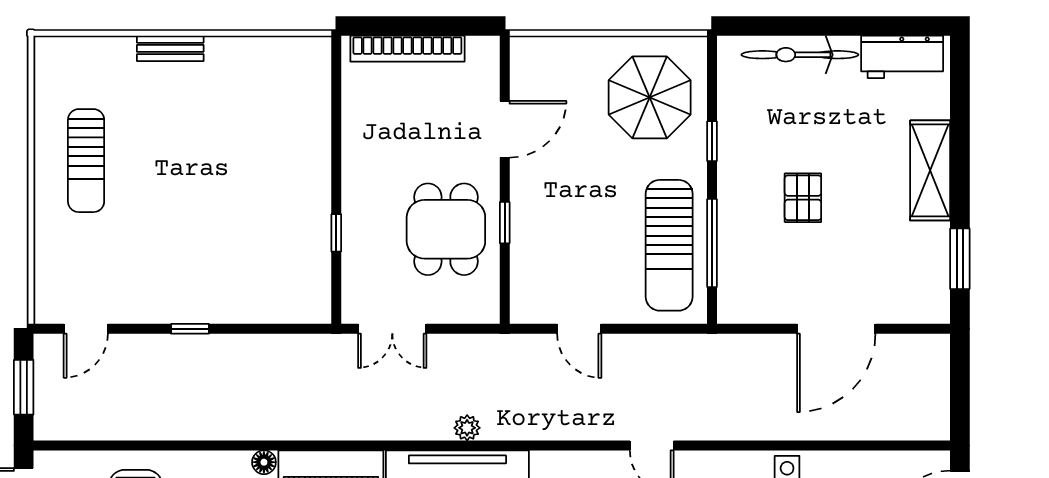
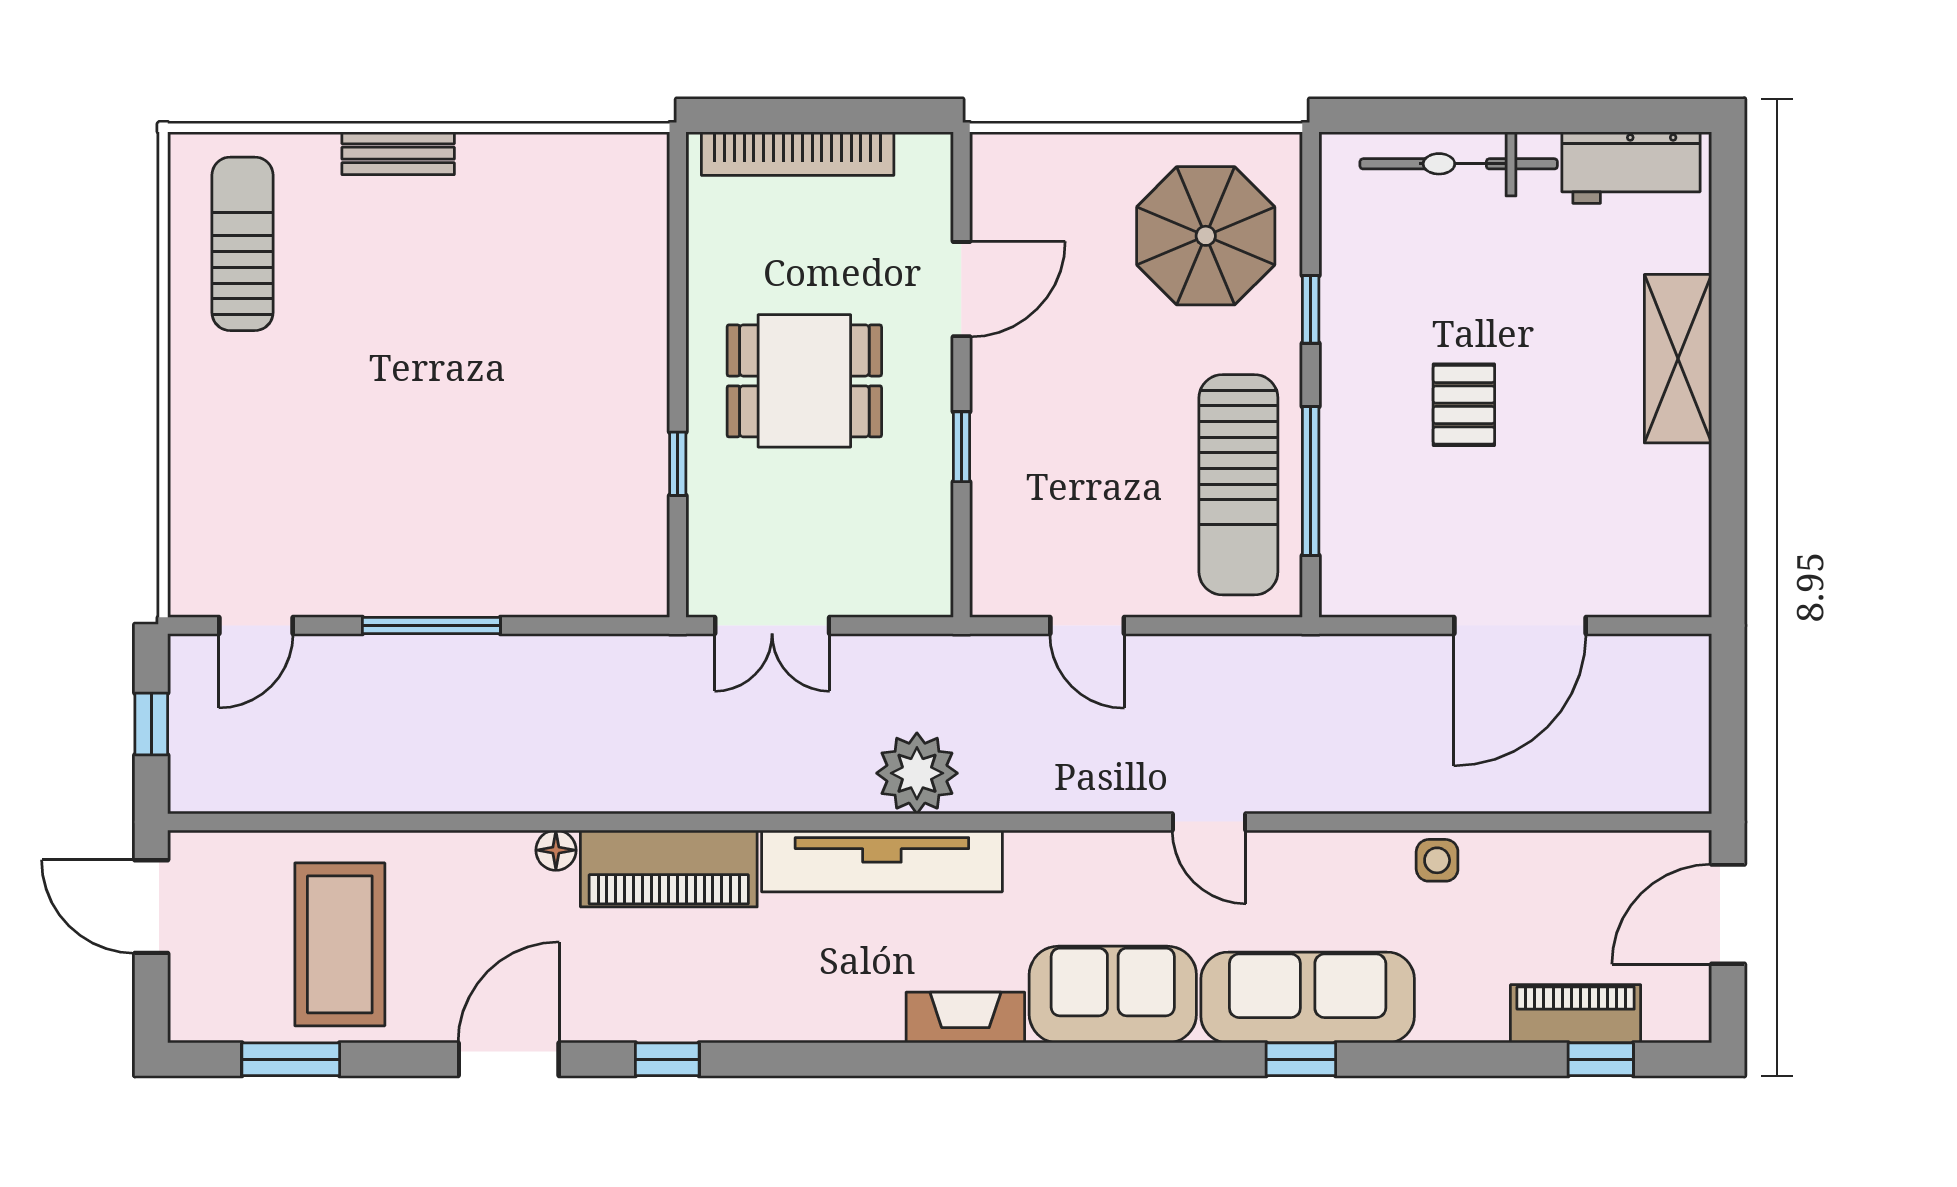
sun lounger: (86, 161) -> (242, 244), moved, turned 180
dining table: (446, 229) -> (804, 381), moved, turned 90
window: (960, 259) -> (1728, 507), removed
window: (190, 329) -> (431, 626), width x2.17
window: (24, 387) -> (151, 724), width x0.67
plant: (467, 428) -> (917, 773), width x1.88, depth x1.88

